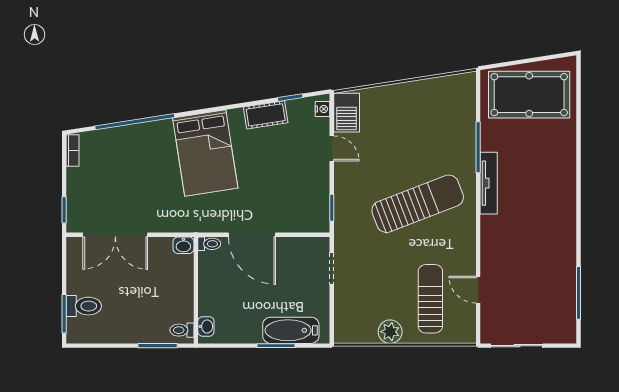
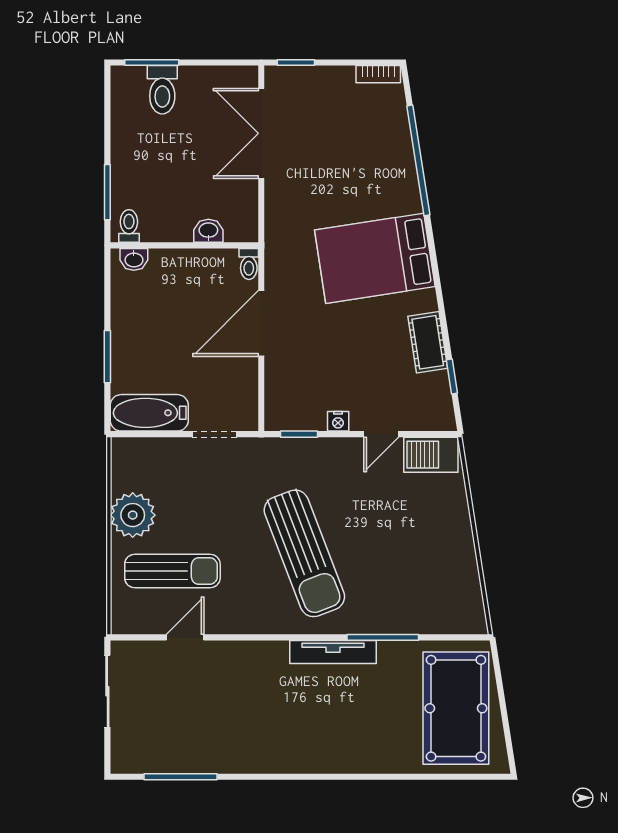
nightstand: (323, 109) -> (338, 421), moved
washbasin: (183, 245) -> (208, 231), moved, turned 90
bathtub: (291, 330) -> (149, 413), moved, turned -90
plant: (390, 332) -> (133, 515), width x1.36, depth x1.36

